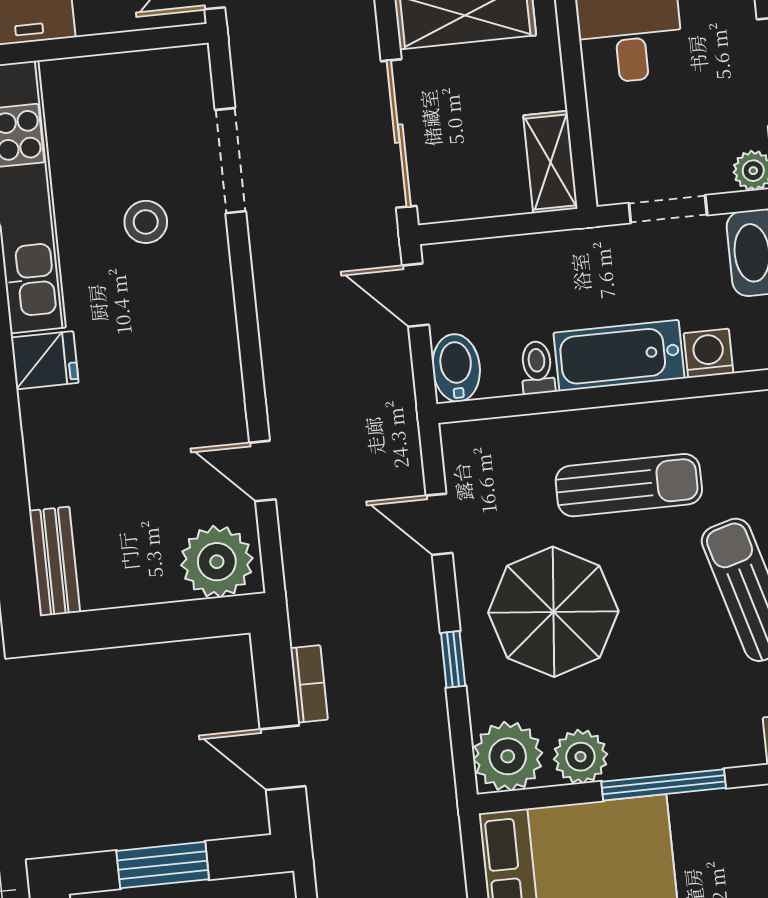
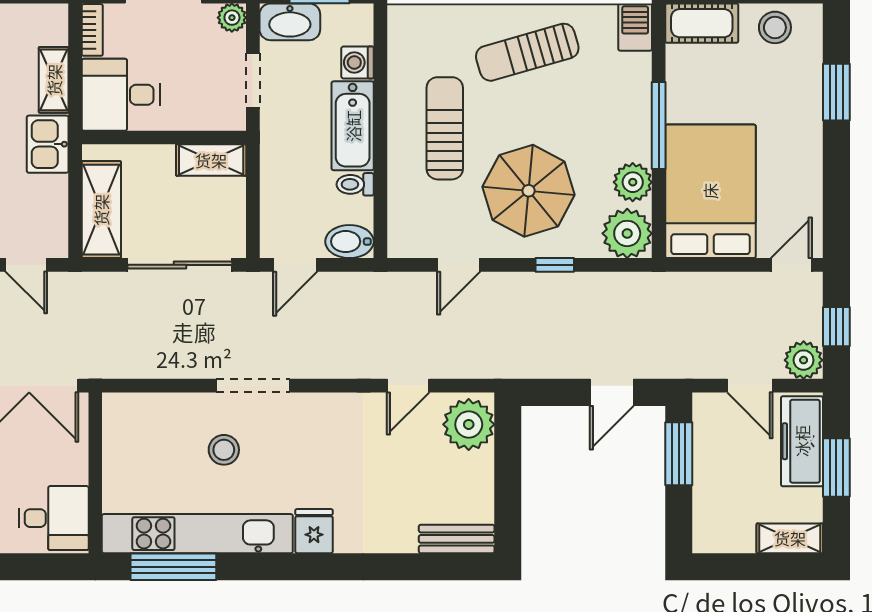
doorway: (230, 161) -> (253, 386), moved
bookcase: (309, 684) -> (562, 368), removed
window: (163, 865) -> (679, 454), moved

